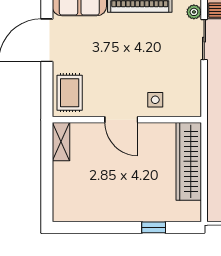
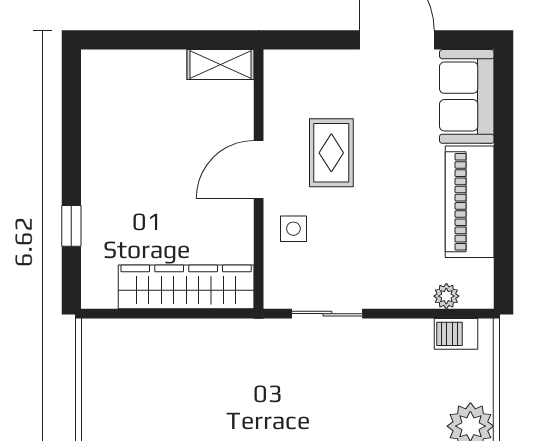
sliding door: (204, 40) -> (327, 314), moved
rug: (70, 93) -> (331, 153), moved, turned 90

